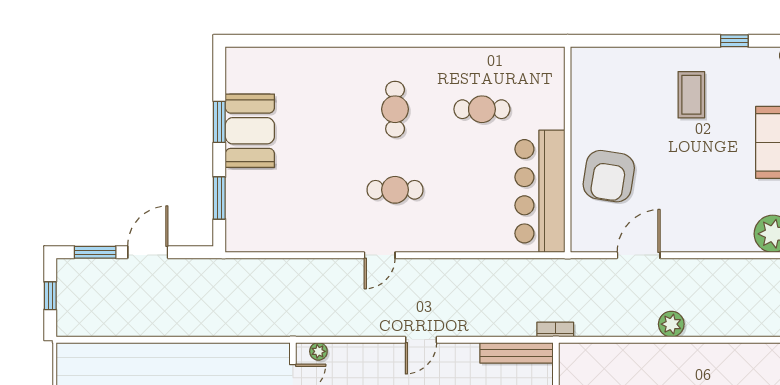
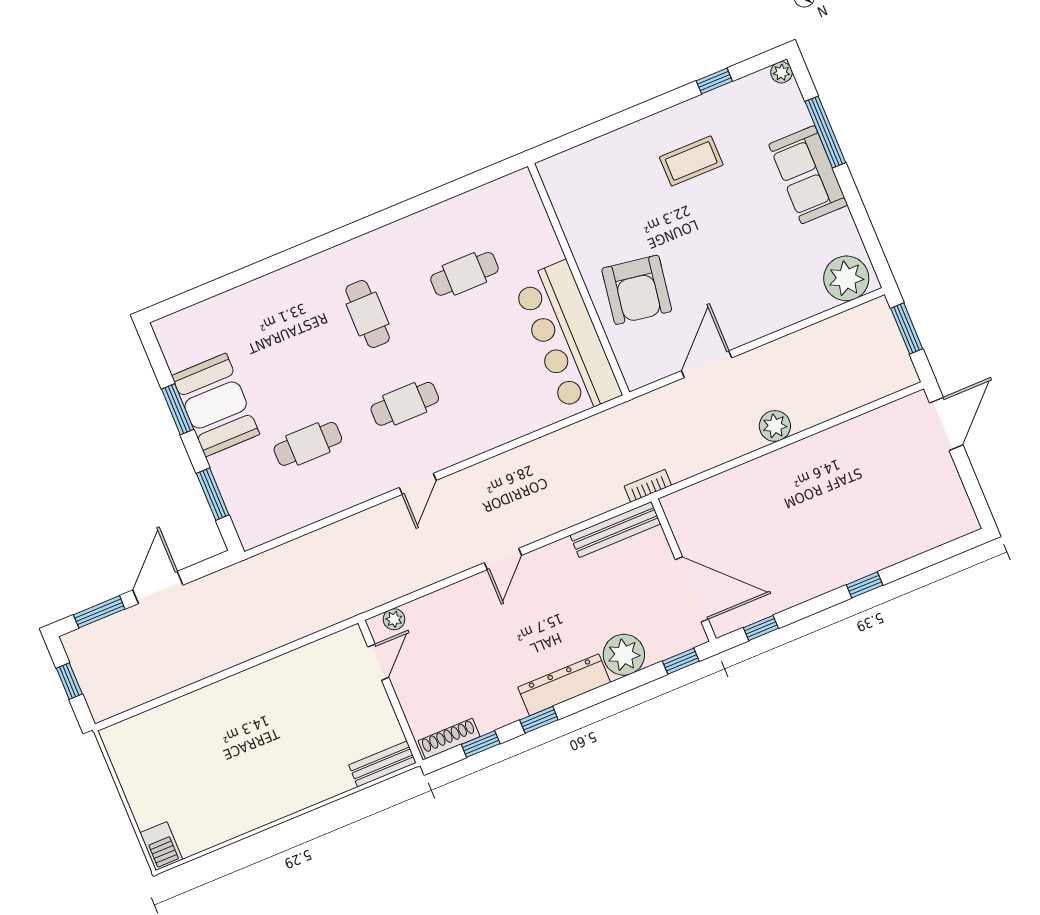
coffee table: (691, 95) -> (691, 161), turned 90
cafe table: (308, 190) -> (308, 444), added

